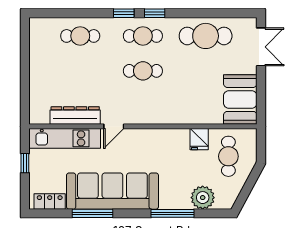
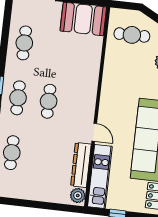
cafe table: (206, 36) -> (24, 43), width x0.73, depth x0.74
plant: (40, 116) -> (78, 196), added
fridge: (199, 139) -> (114, 59), removed

